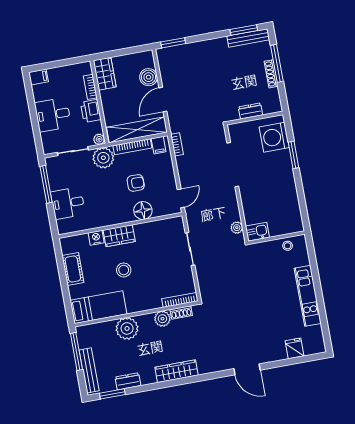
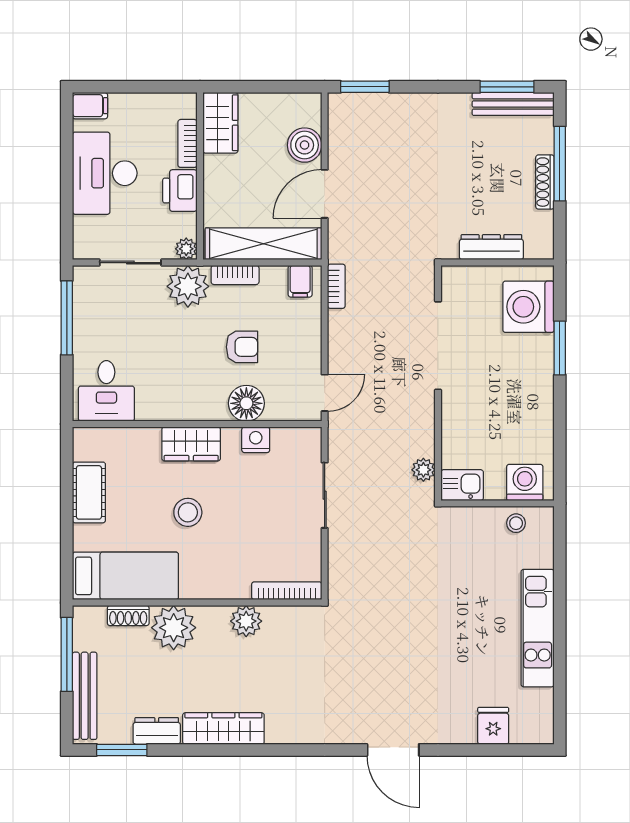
dresser: (250, 111) -> (491, 247), width x1.44
desk: (53, 115) -> (105, 173), width x1.37
bookcase: (132, 147) -> (235, 275), width x0.64
desk: (68, 203) -> (106, 391), moved, turned -90
washing machine: (288, 225) -> (525, 482), added
nightstand: (96, 238) -> (256, 440), moved
shoe rack: (181, 312) -> (128, 616), moved
wardrobe: (176, 371) -> (223, 728), moved

